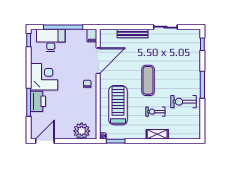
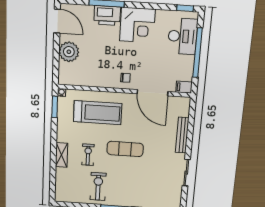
plant: (82, 131) -> (69, 52), moved

